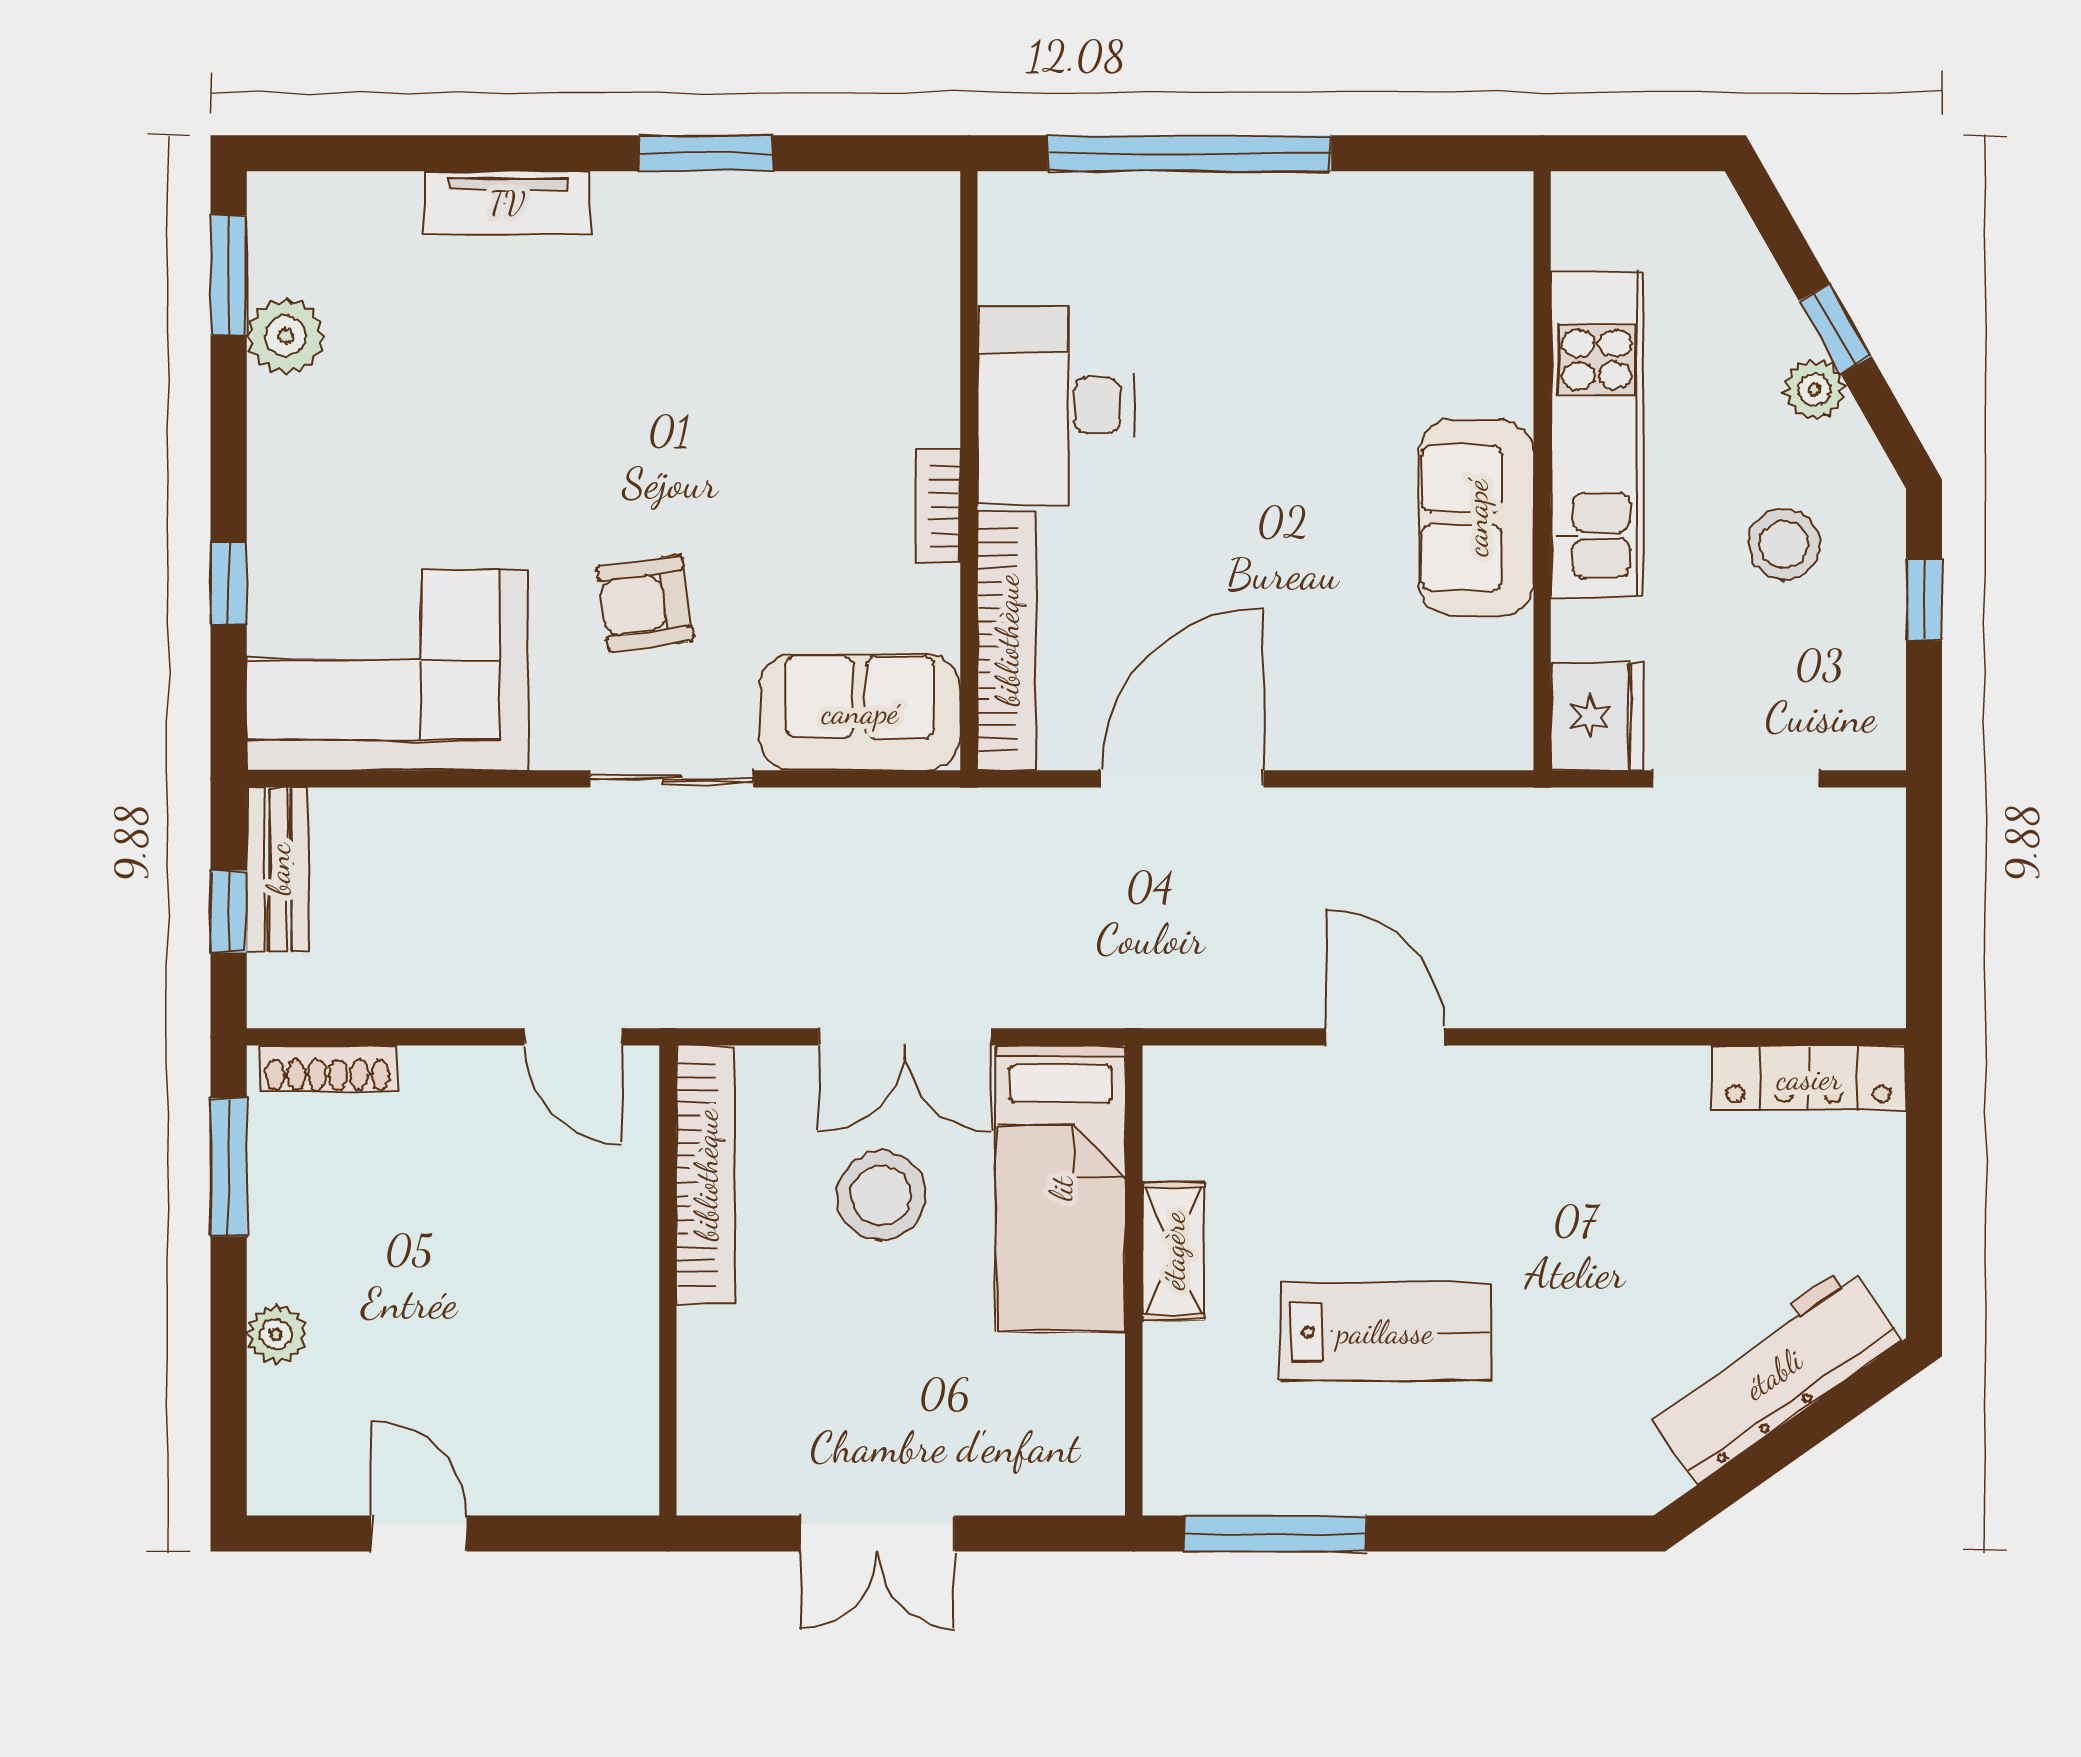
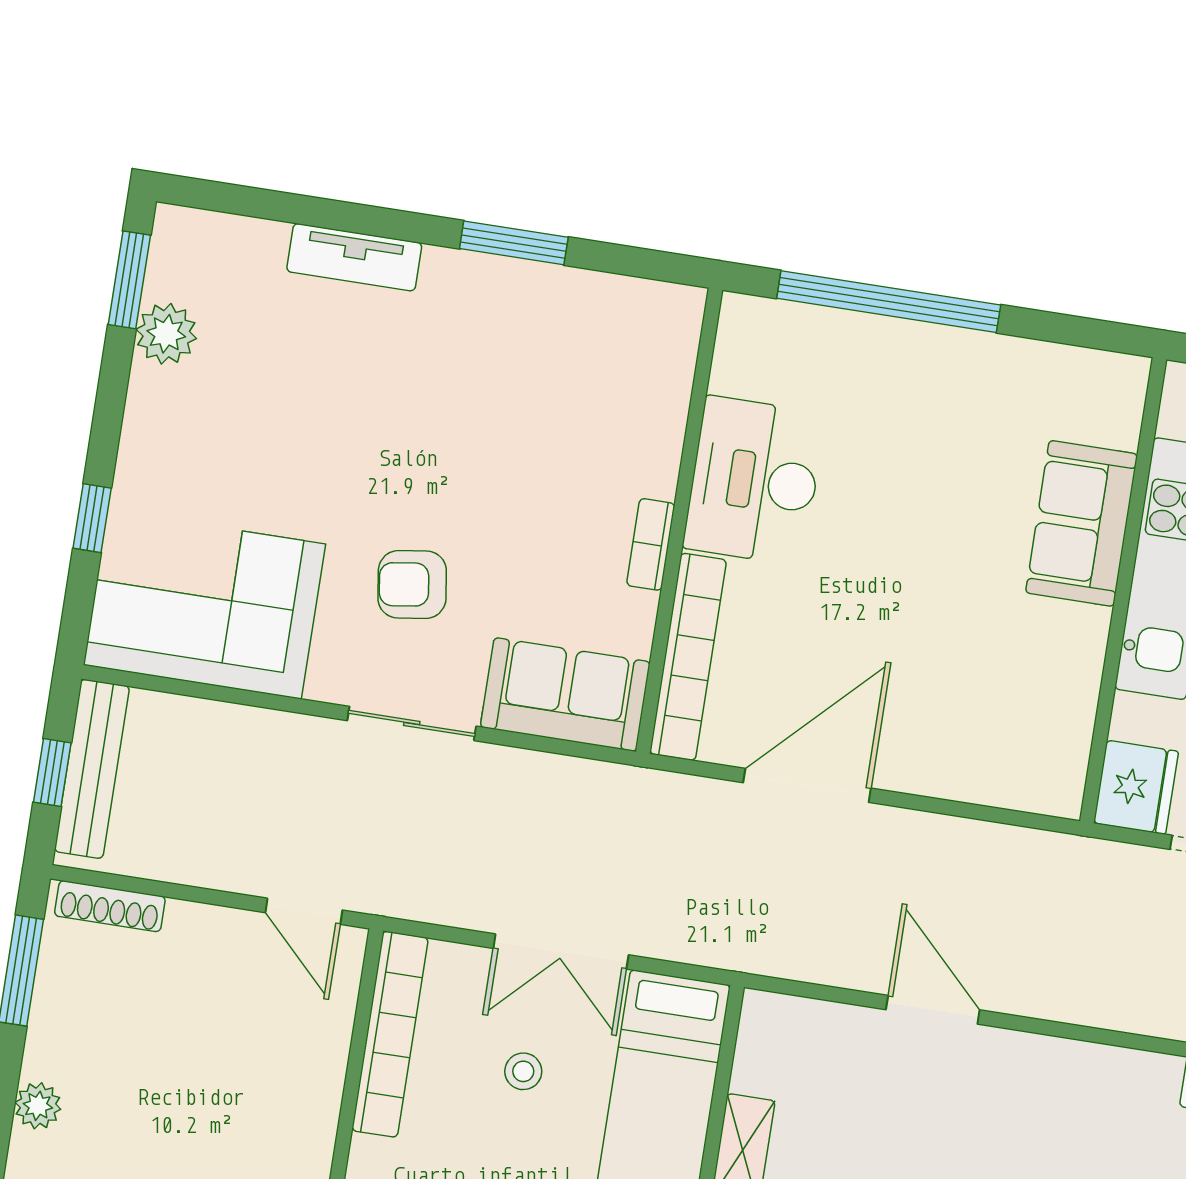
sofa: (1476, 518) -> (1082, 523), moved
bench: (278, 869) -> (92, 769), width x1.36
stool: (881, 1195) -> (523, 1071), width x0.53, depth x0.53

